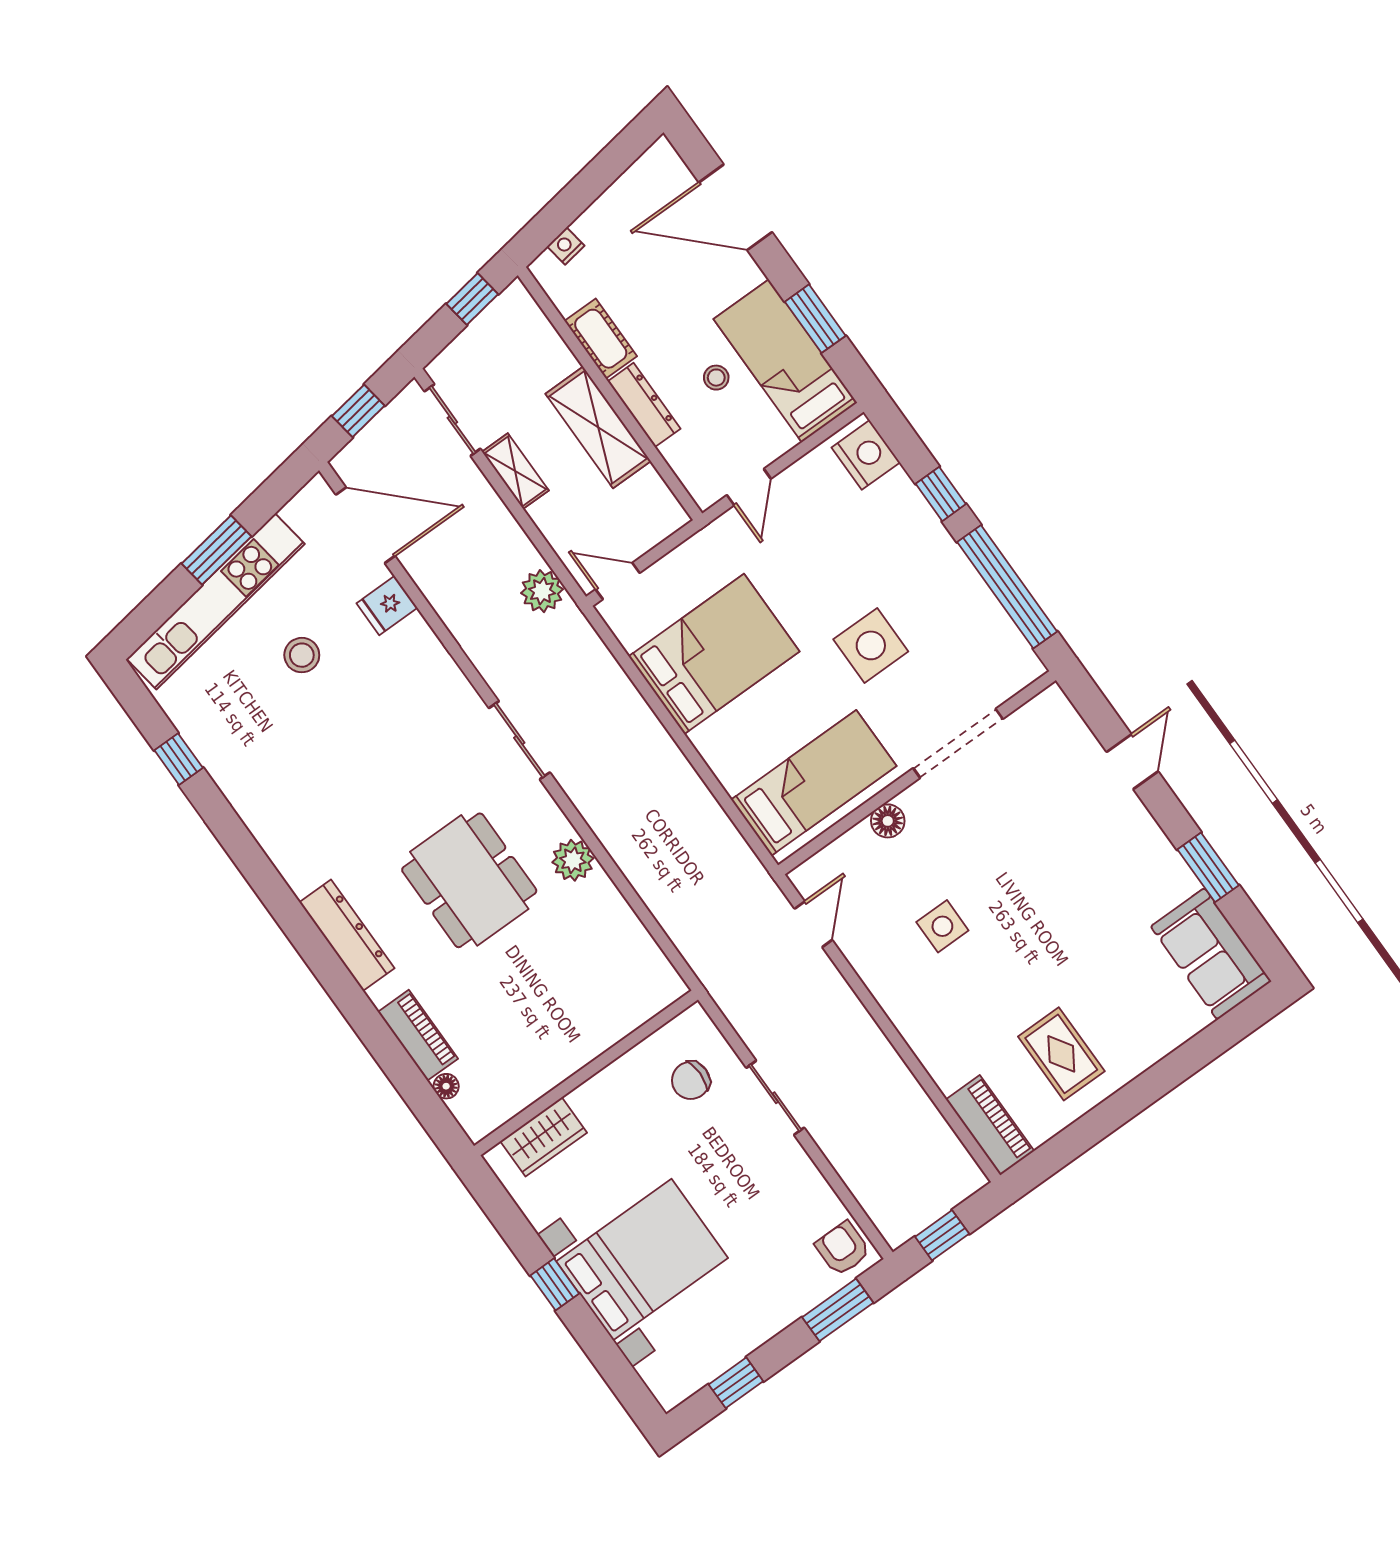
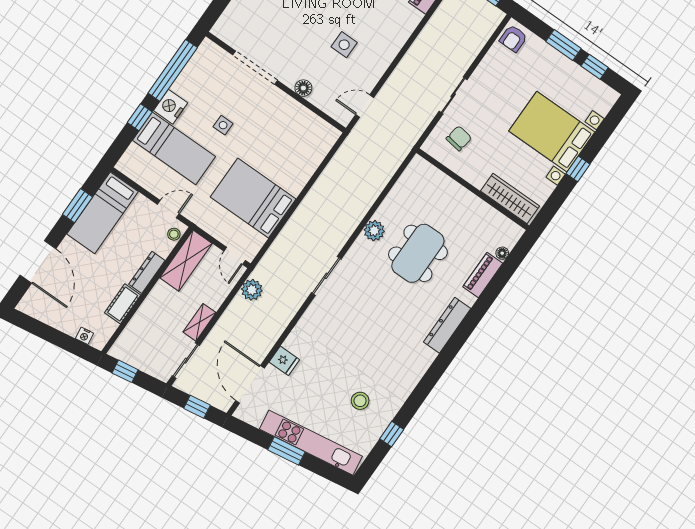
stool: (716, 378) -> (174, 234), moved
shelving: (598, 427) -> (186, 261), moved
nightstand: (866, 455) -> (171, 107), moved
side table: (871, 645) -> (223, 125), width x0.54, depth x0.54
stool: (302, 655) -> (360, 401), moved
bed: (814, 783) -> (174, 148), moved, turned 180
dining table: (469, 880) -> (418, 253), moved
chair: (691, 1080) -> (459, 138), turned -81
wardrobe: (544, 1137) -> (510, 199), width x1.50
window: (838, 1310) -> (564, 45), moved

